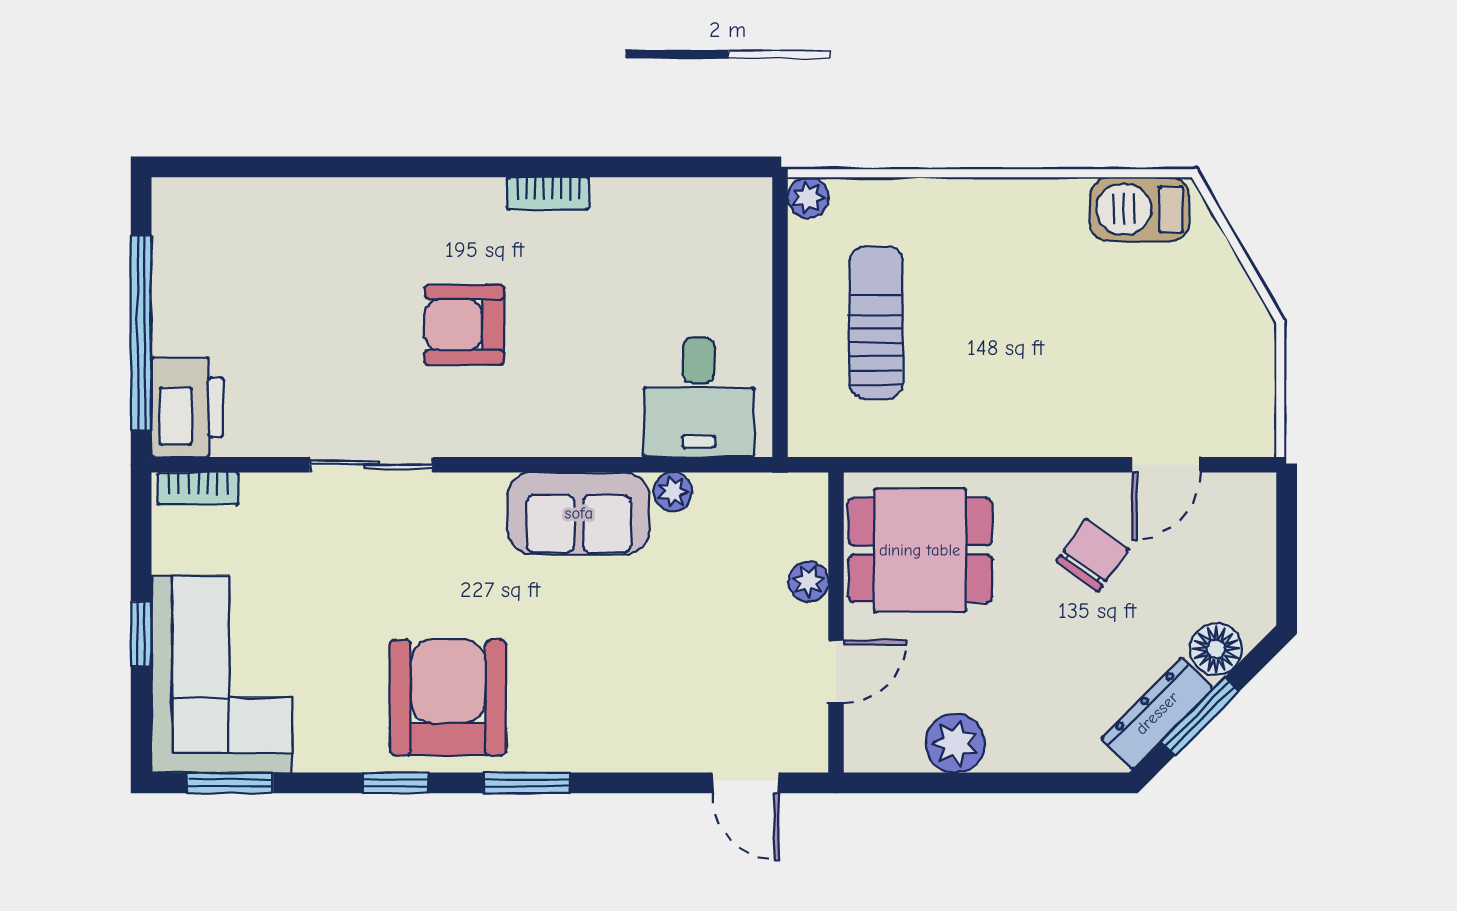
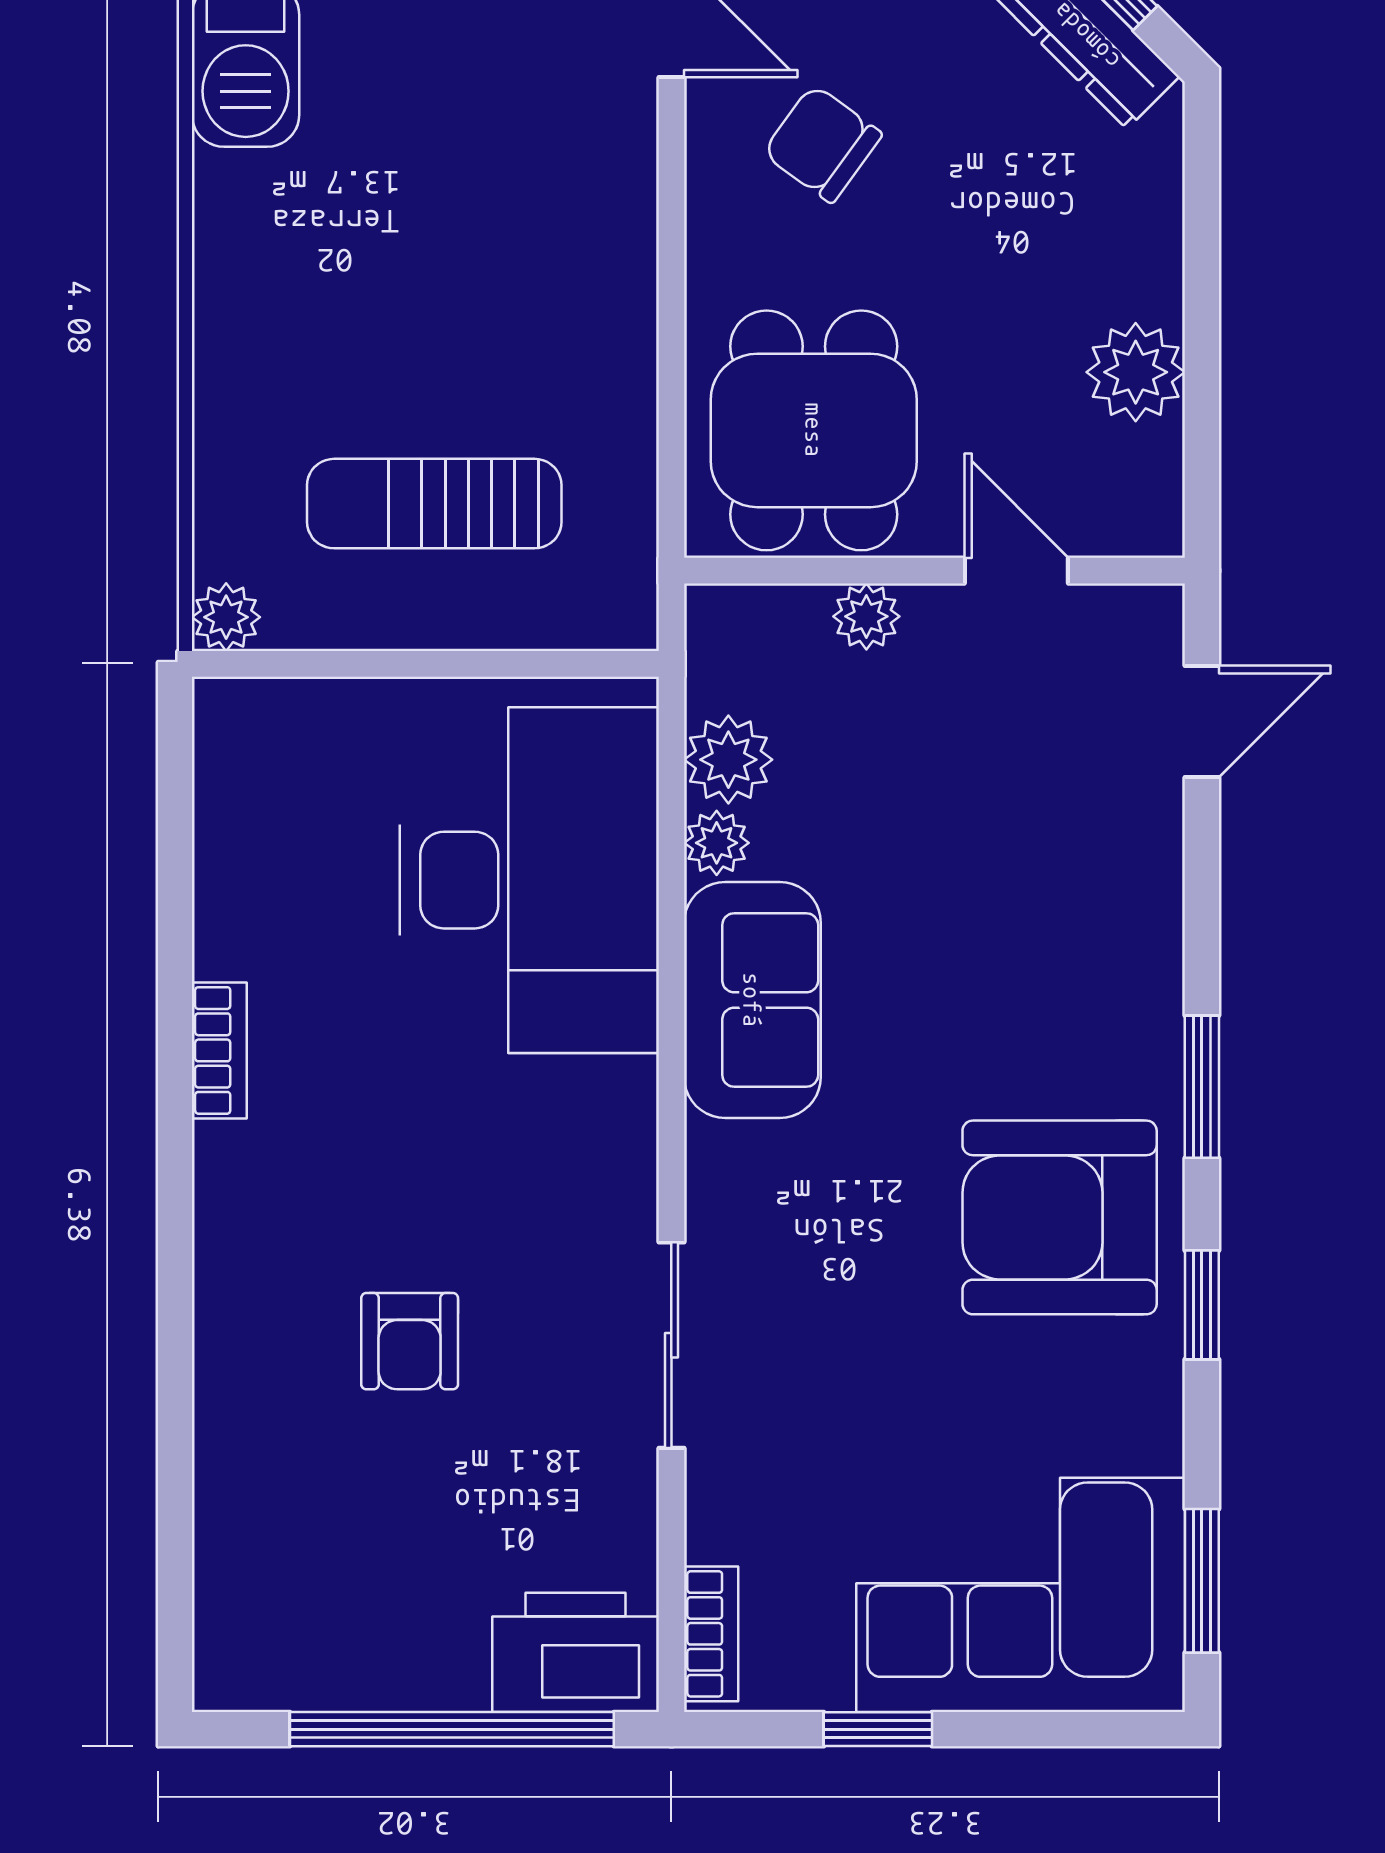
armchair: (464, 325) -> (410, 1341), moved, width x0.72, depth x0.72
desk: (699, 397) -> (529, 880), width x1.87, depth x1.30
plant: (723, 499) -> (728, 760), added
window: (141, 634) -> (878, 1729), moved

